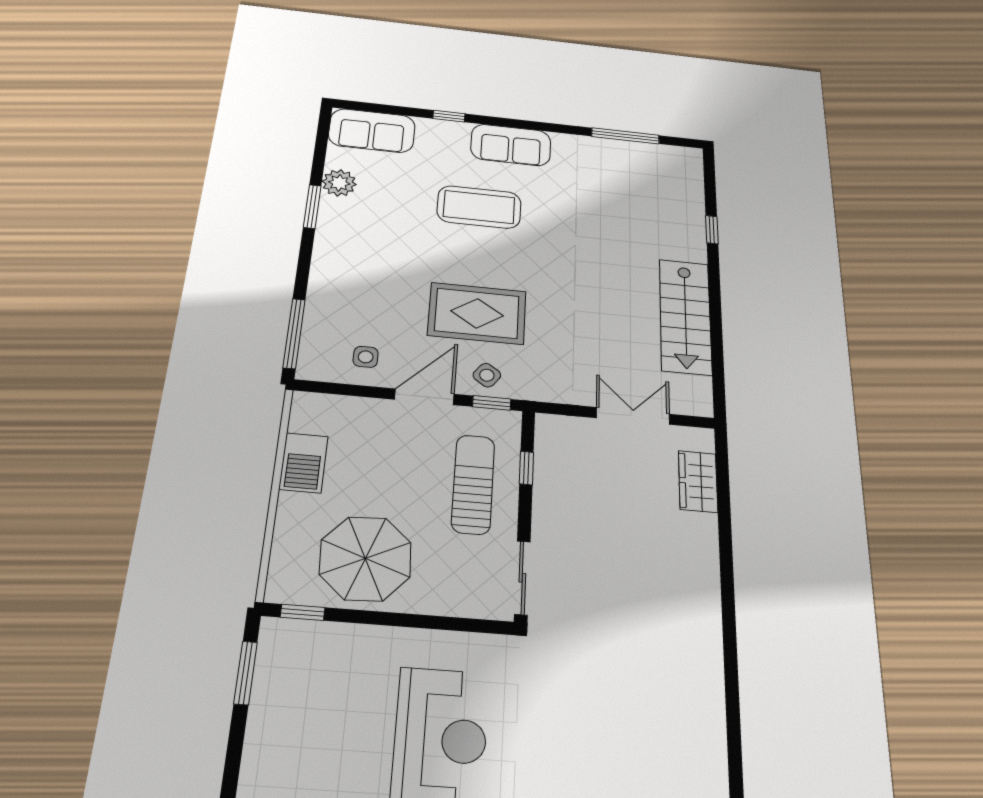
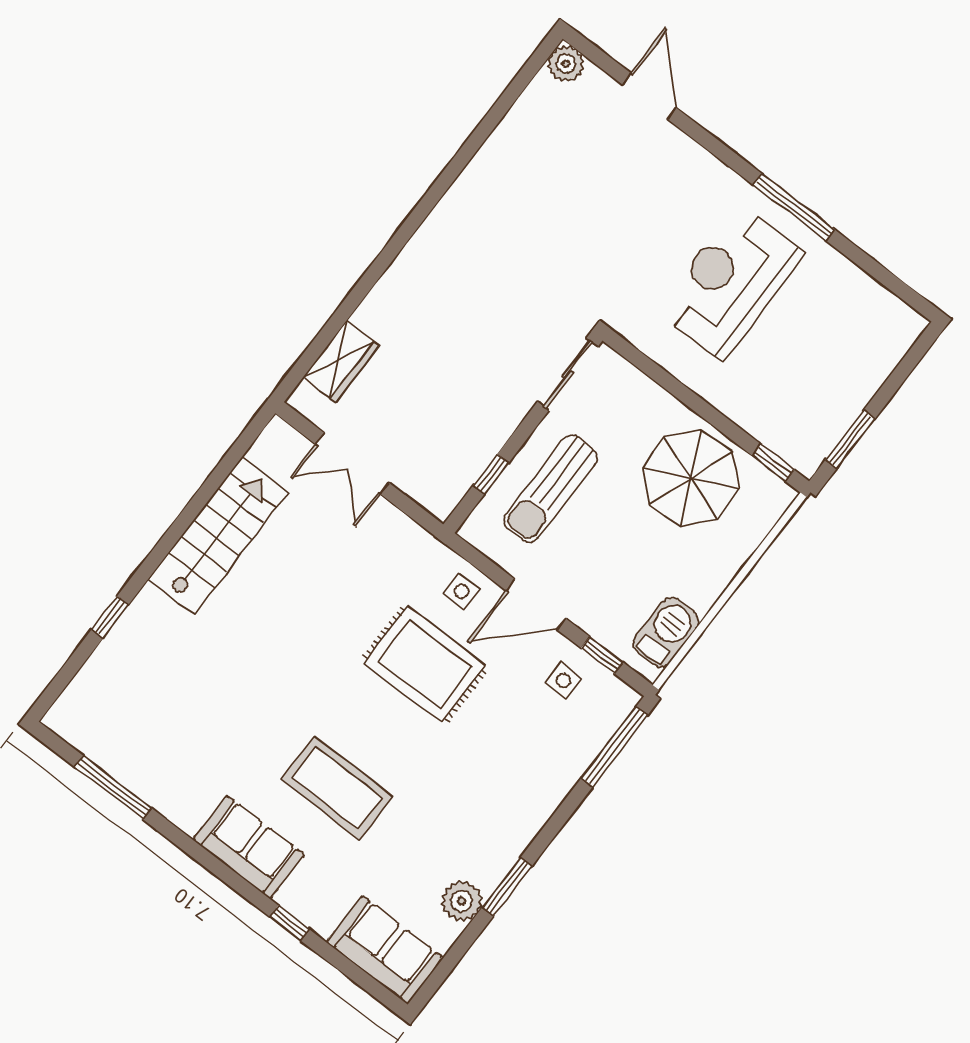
side table: (487, 375) -> (462, 591), turned -36
window: (492, 403) -> (602, 655), moved
barbecue: (304, 463) -> (666, 632), moved

